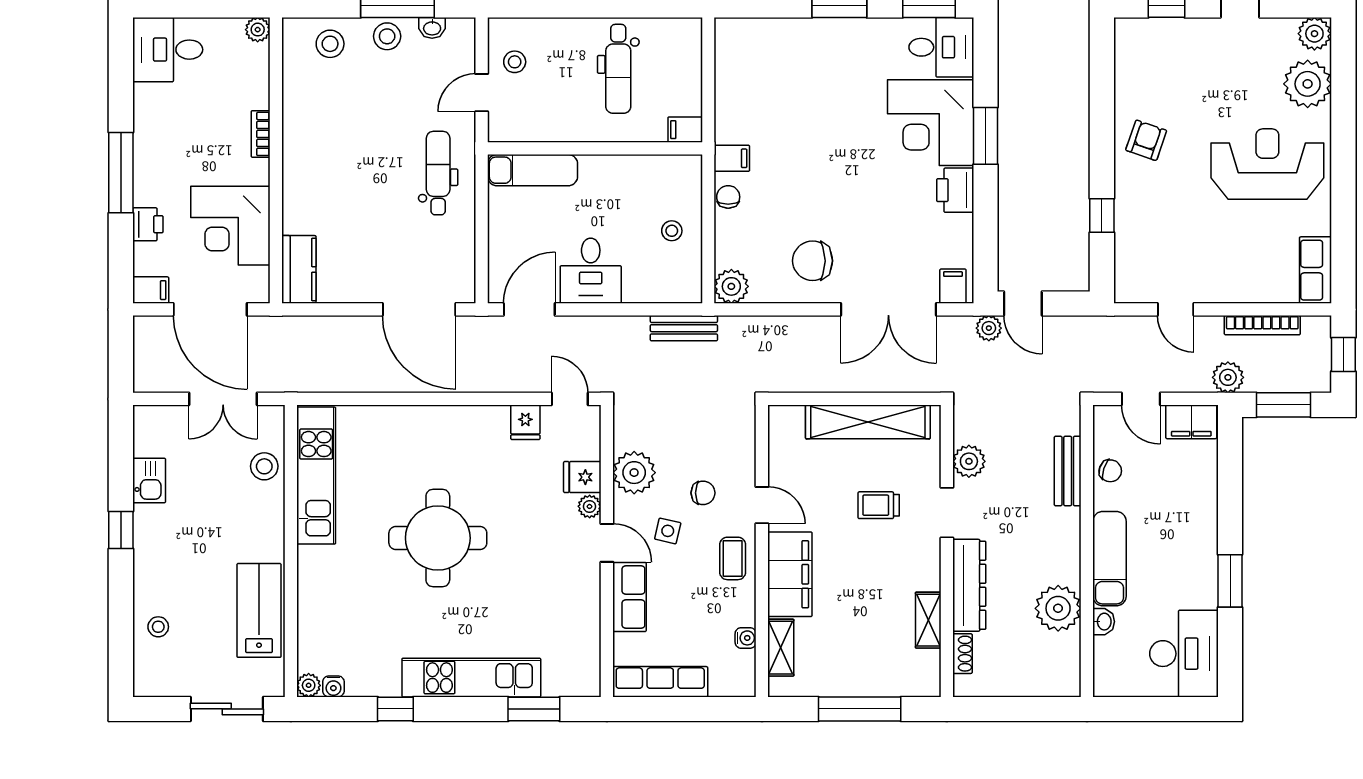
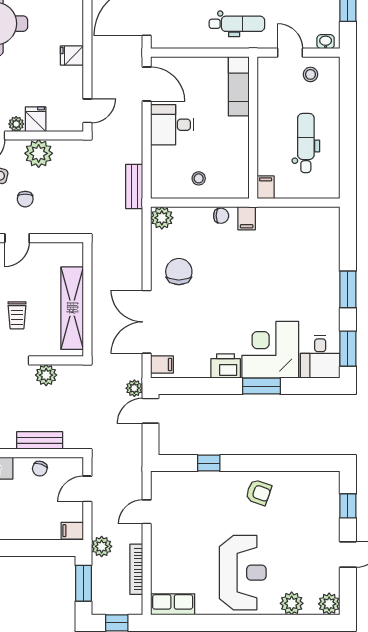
washbasin: (432, 28) -> (326, 42), moved, turned 90
dental chair: (618, 69) -> (306, 143), turned 90
plant: (1308, 84) -> (292, 603), width x0.73, depth x0.73
fridge: (525, 422) -> (72, 56), moved
filing cabinet: (1191, 422) -> (72, 531), width x0.50
trolley: (879, 505) -> (17, 315), turned 180

